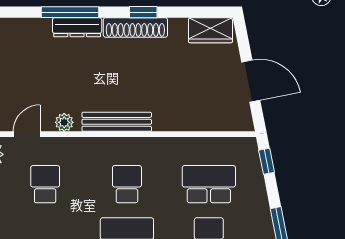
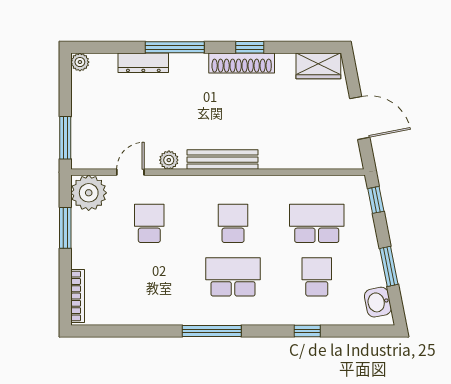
dresser: (77, 27) -> (143, 63), moved

